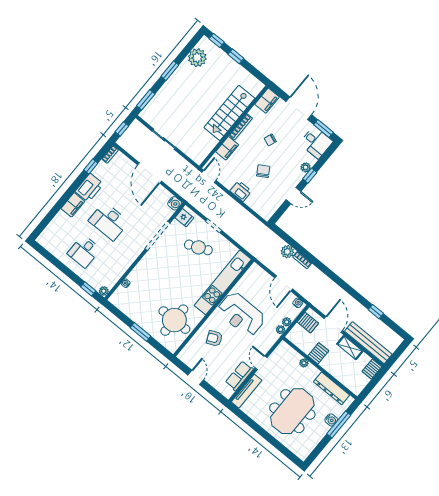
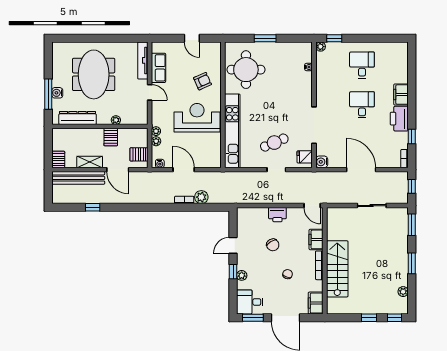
plant: (197, 58) -> (403, 292), width x0.53, depth x0.53
desk: (109, 221) -> (362, 105), width x0.73

